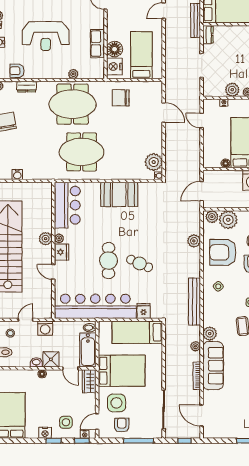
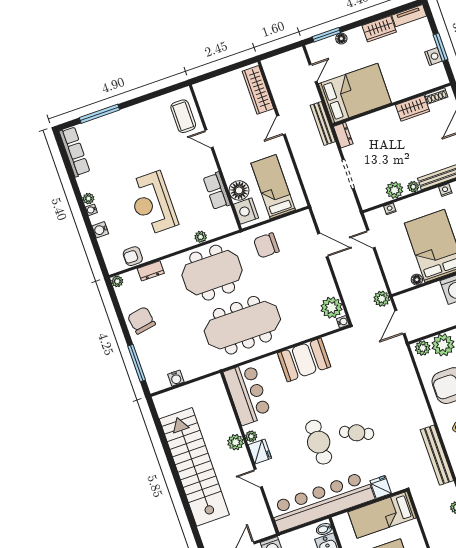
reception desk: (46, 36) -> (152, 203), turned 90
meeting table: (82, 152) -> (242, 325), width x1.36
plant: (194, 241) -> (382, 299), moved

